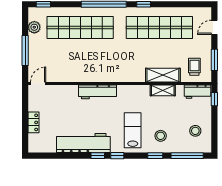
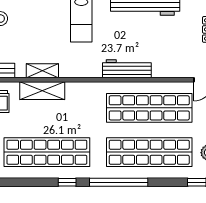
shop shelf: (80, 62) -> (149, 108), added
stool: (161, 136) -> (45, 12), removed

